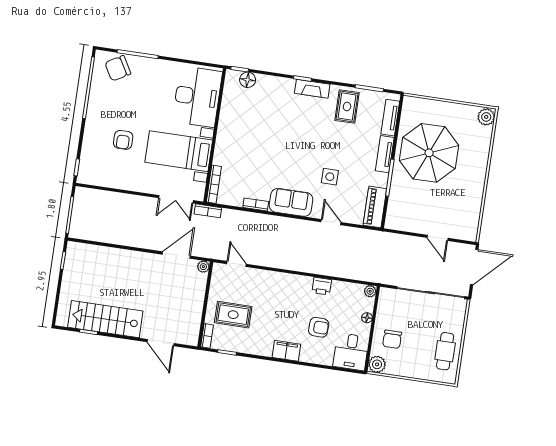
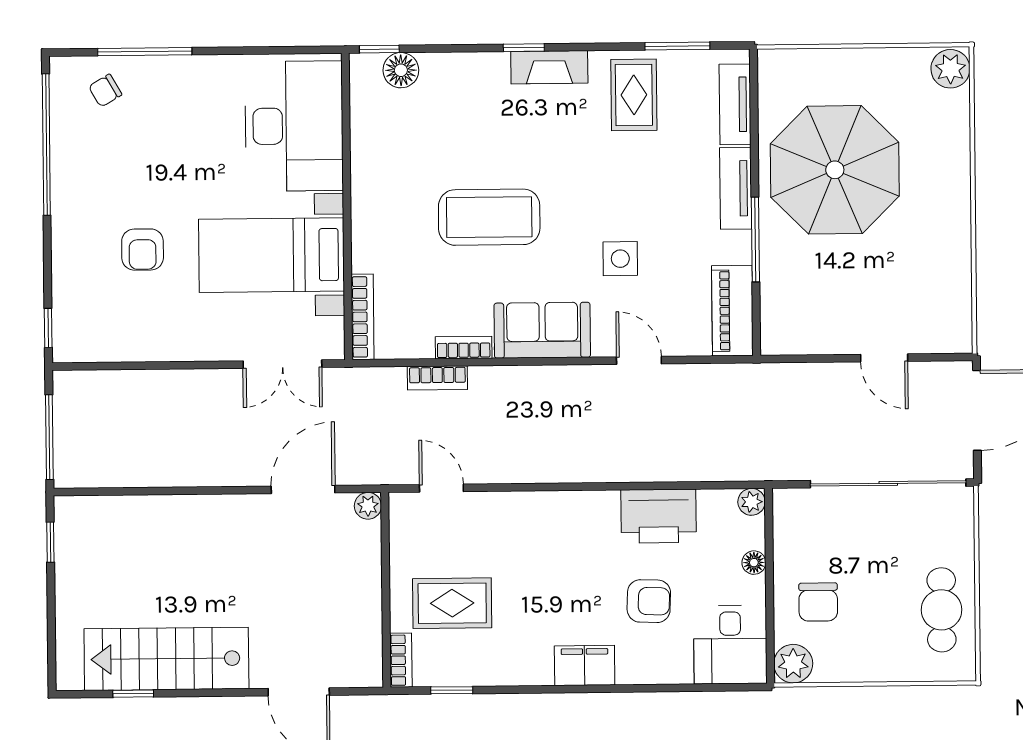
chair: (118, 68) -> (105, 91), width x0.54, depth x0.54
coffee table: (276, 150) -> (489, 217), added
bookcase: (208, 211) -> (437, 378), moved
printer: (322, 286) -> (659, 516), width x1.87, depth x1.48

